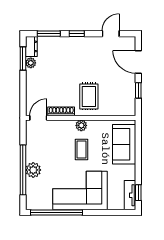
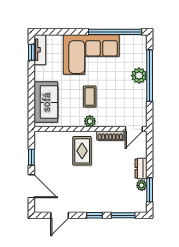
dresser: (31, 46) -> (141, 168), moved

